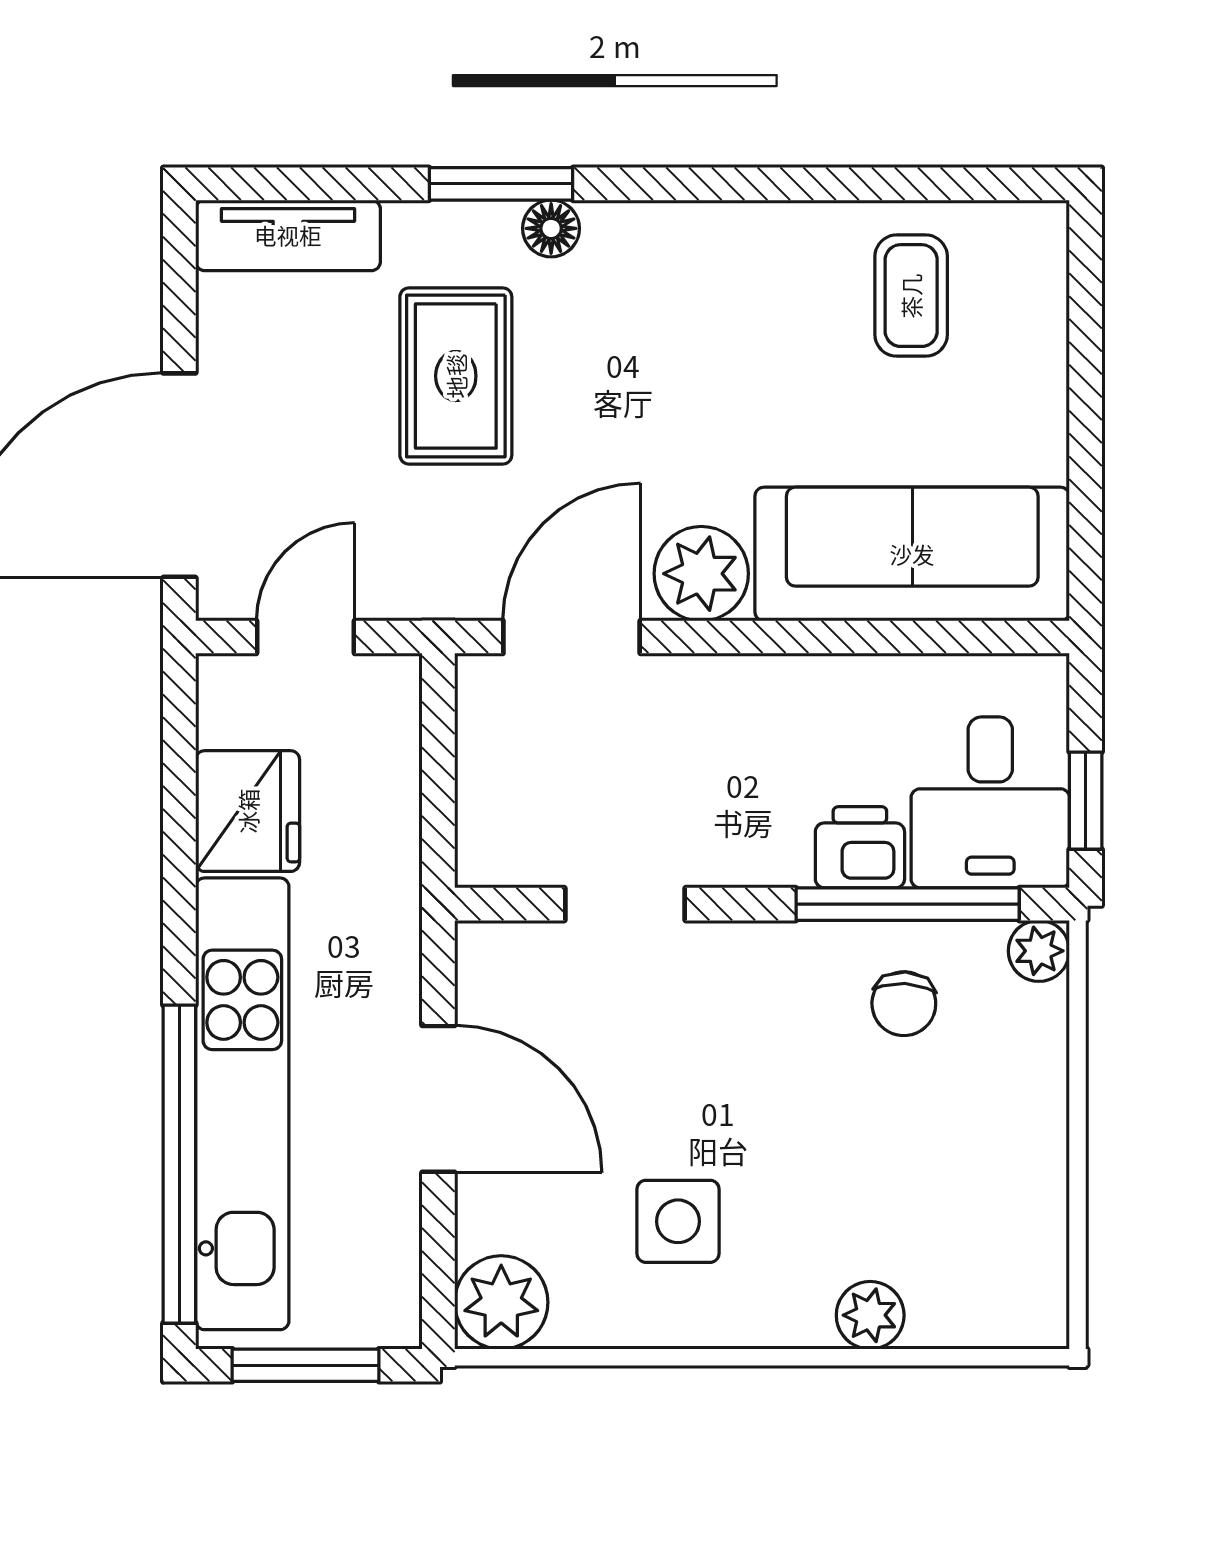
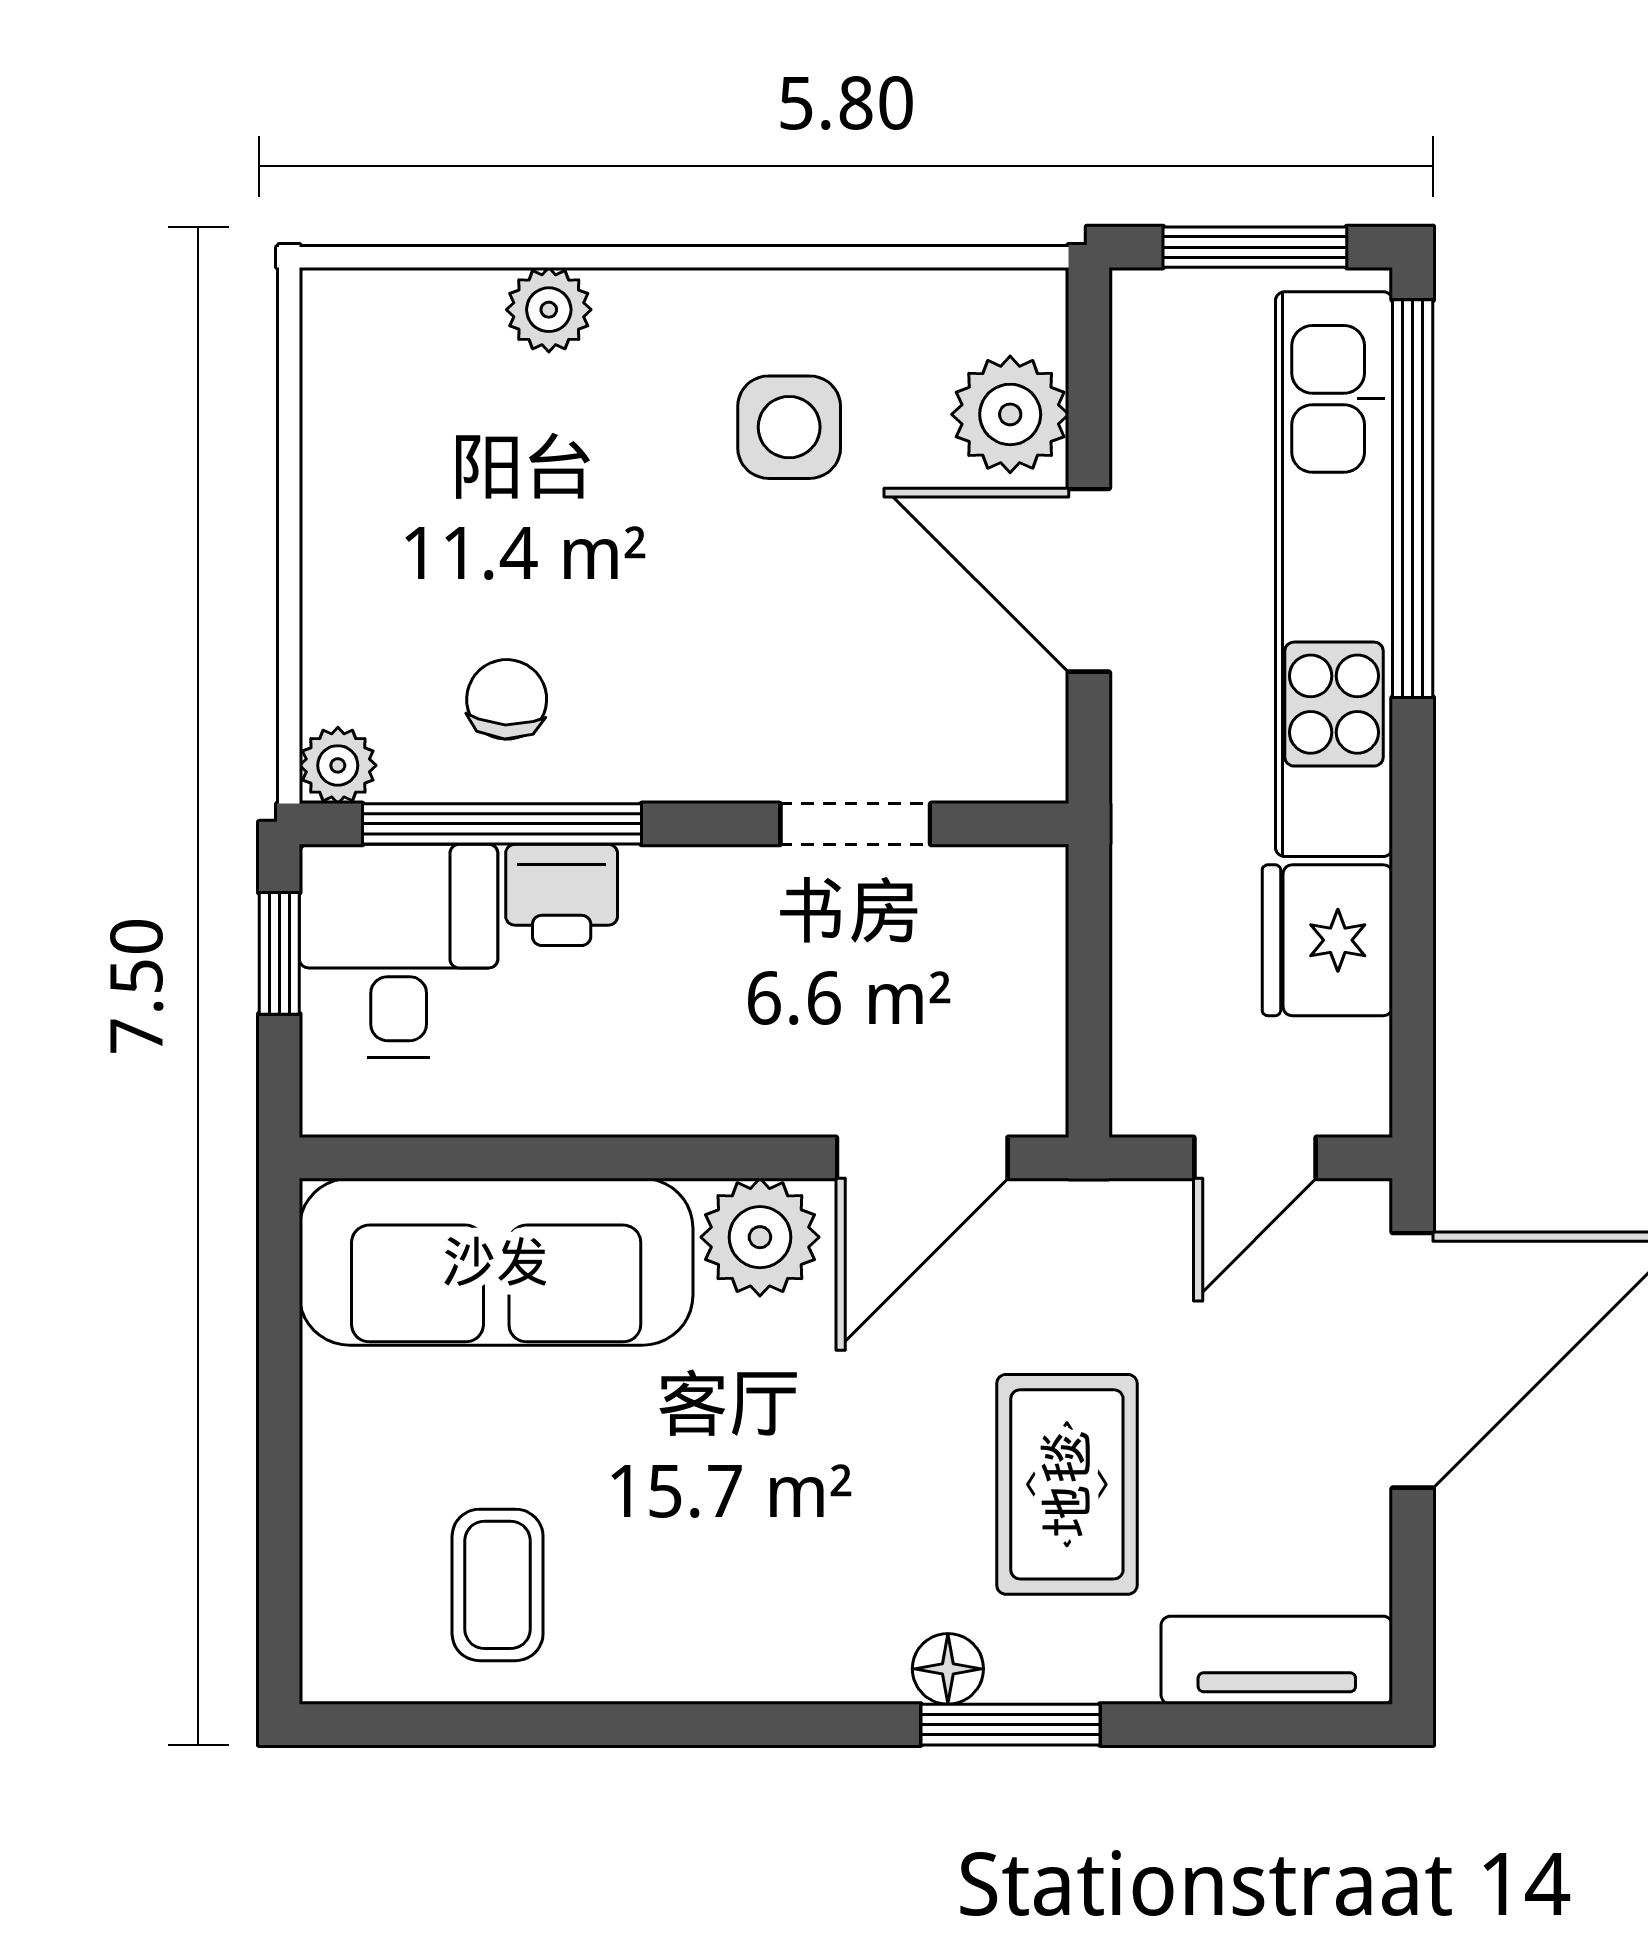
plant: (501, 1302) -> (1010, 414), moved

